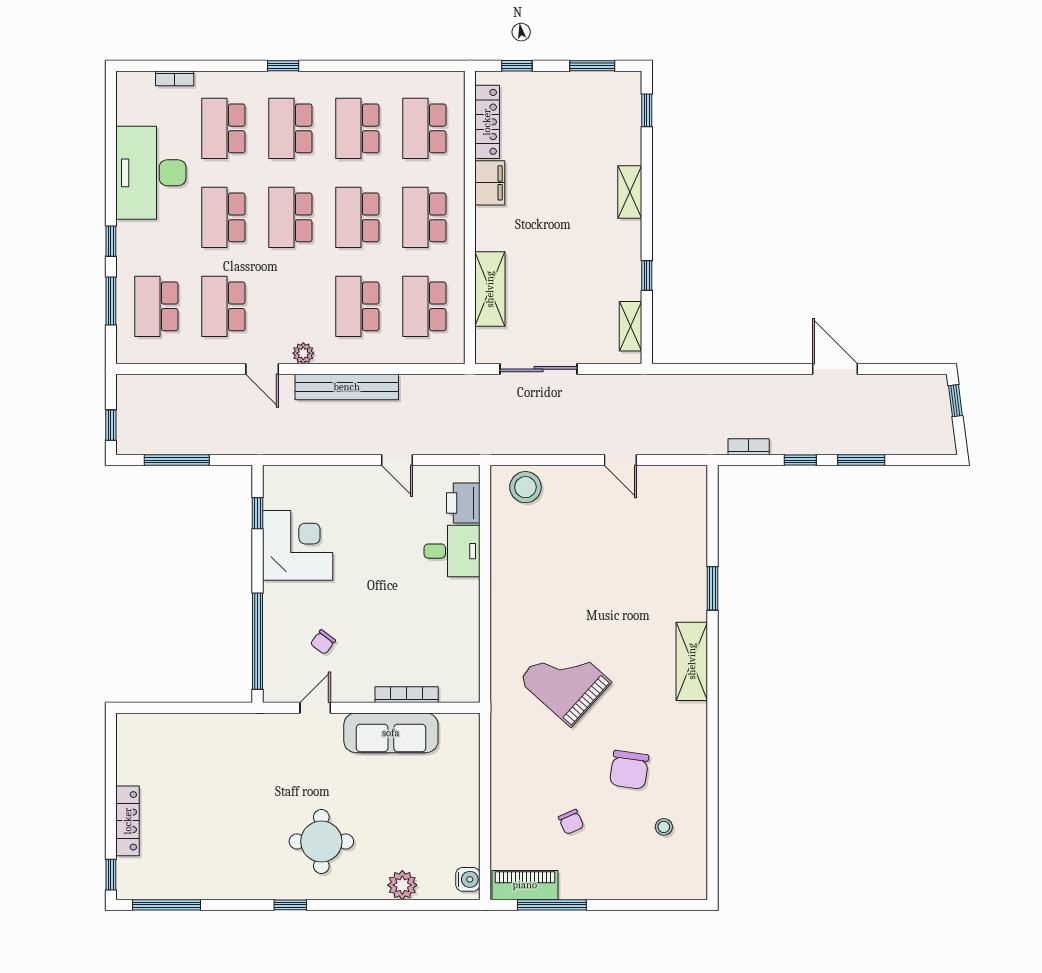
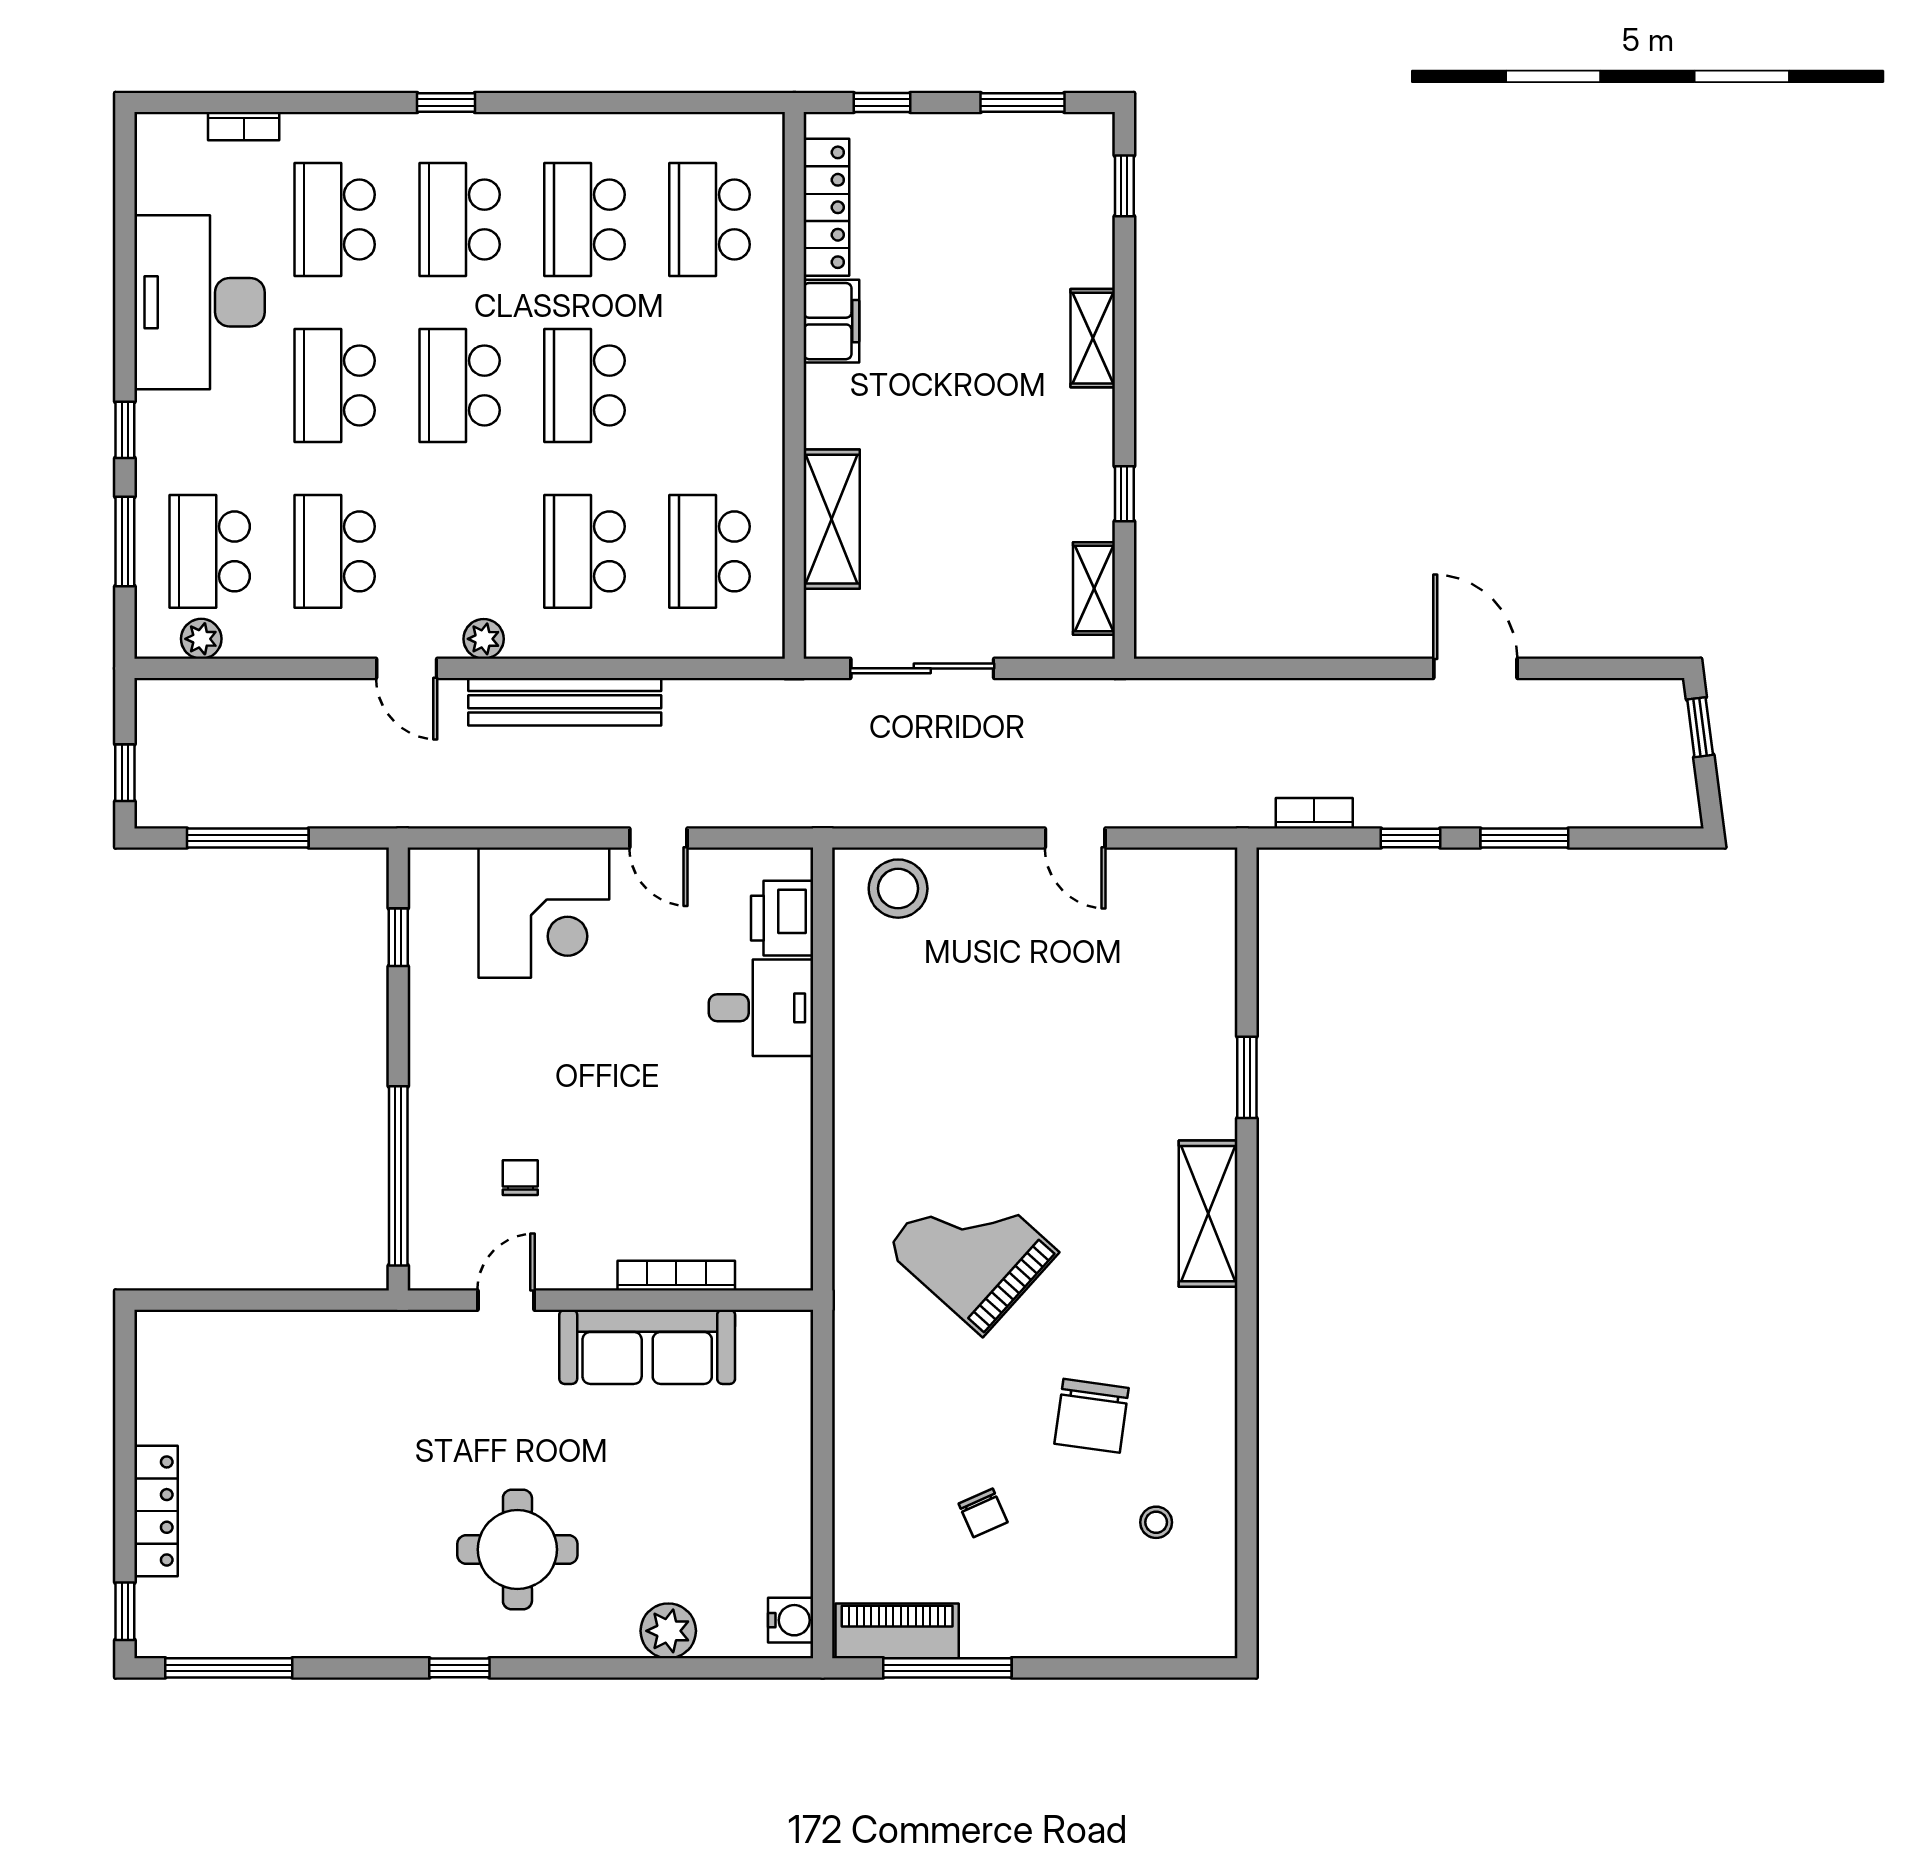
school desk: (424, 217) -> (710, 385), removed
plant: (152, 353) -> (201, 639), added
corner desk: (298, 545) -> (544, 913), moved, turned 90
chair: (323, 642) -> (520, 1178), turned 143

